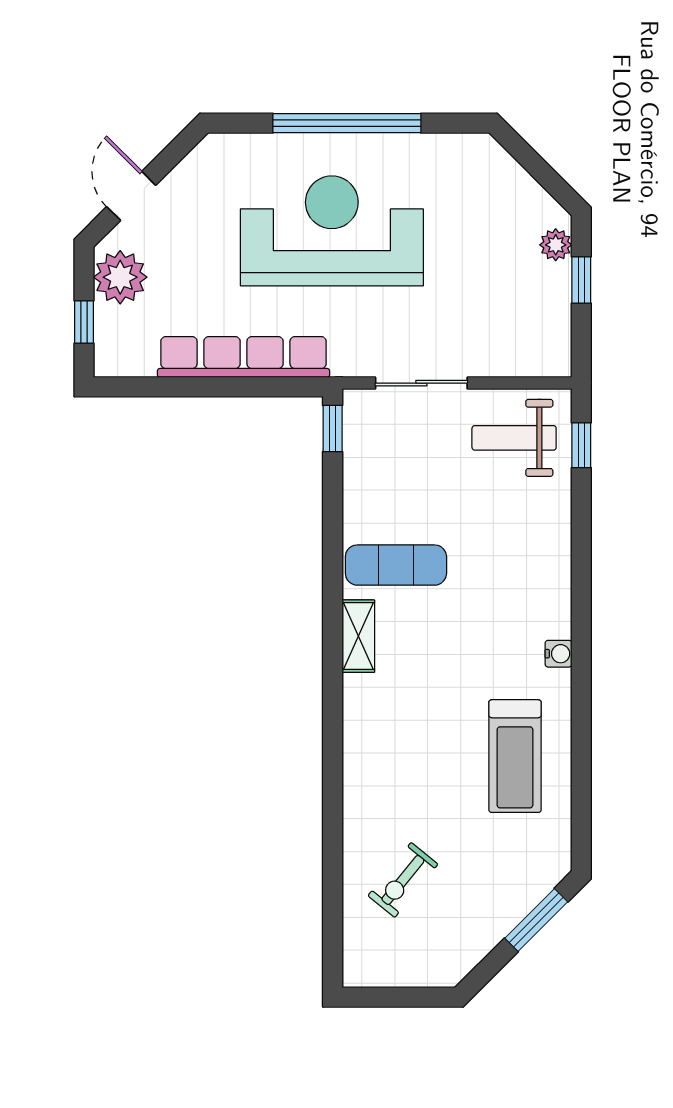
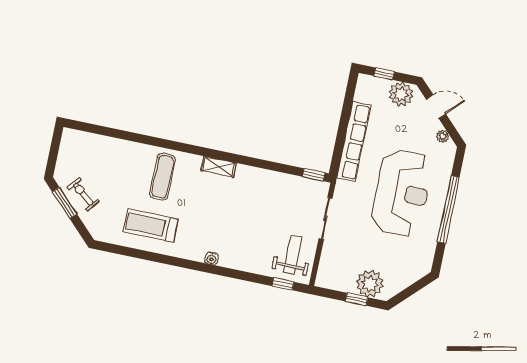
plant: (192, 168) -> (443, 136), added
plant: (556, 245) -> (370, 284), width x1.88, depth x1.88
exercise mat: (396, 565) -> (163, 177), moved
water cooler: (558, 654) -> (212, 258), moved
exercise bike: (403, 880) -> (83, 194), moved
window: (536, 920) -> (65, 203), moved

